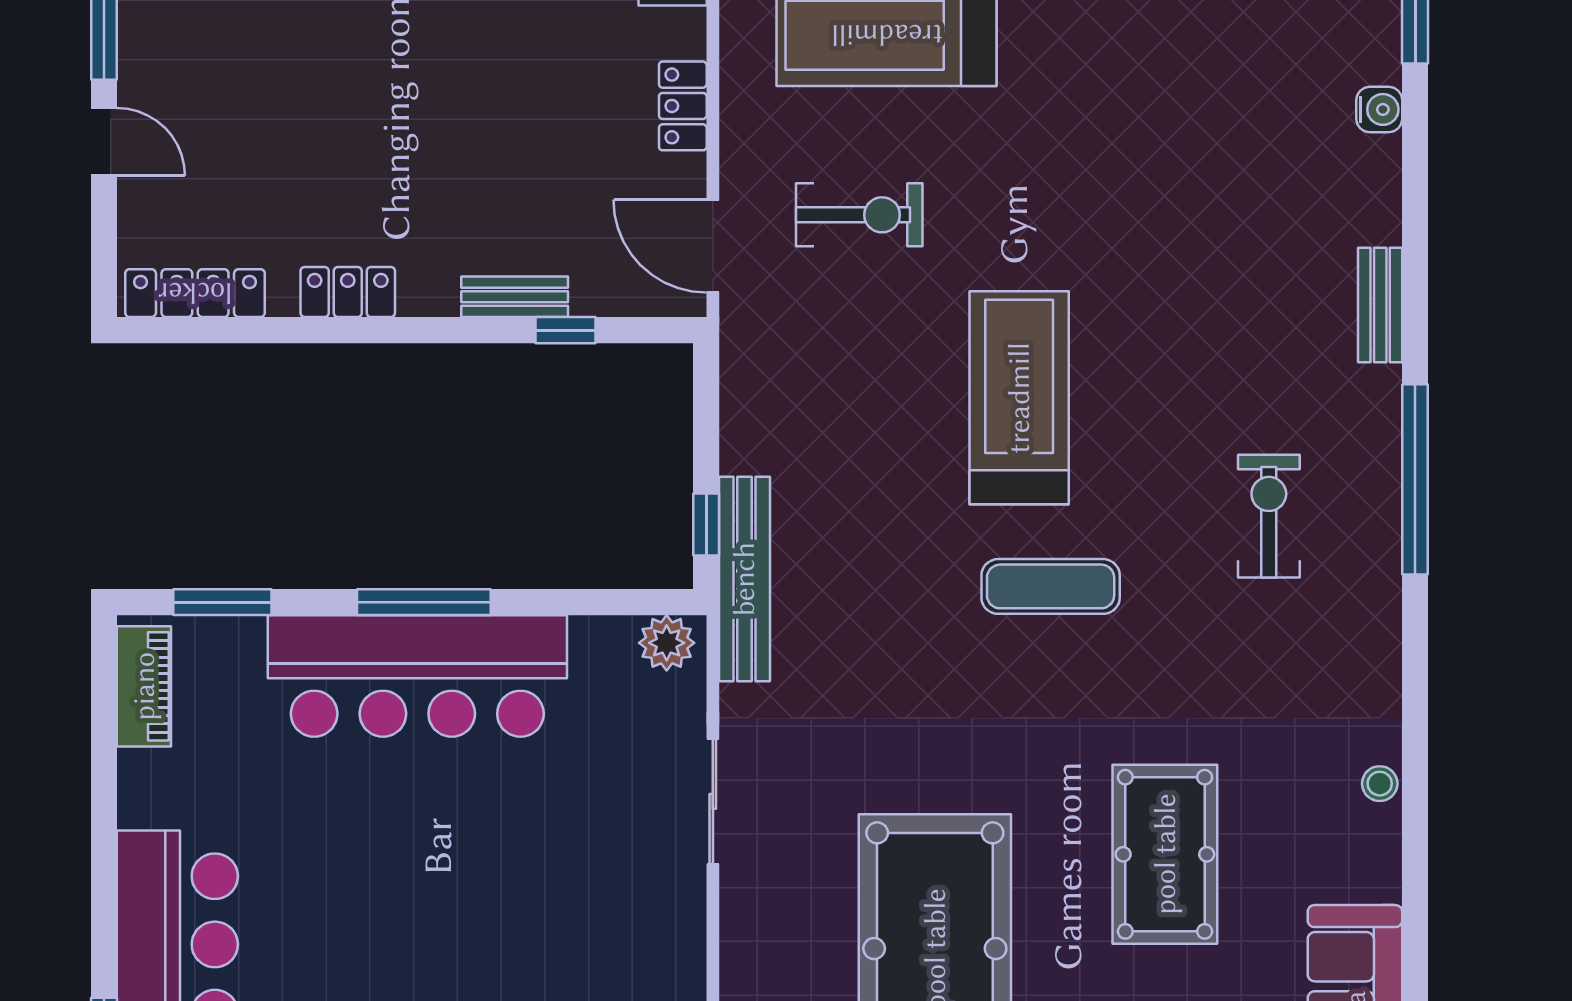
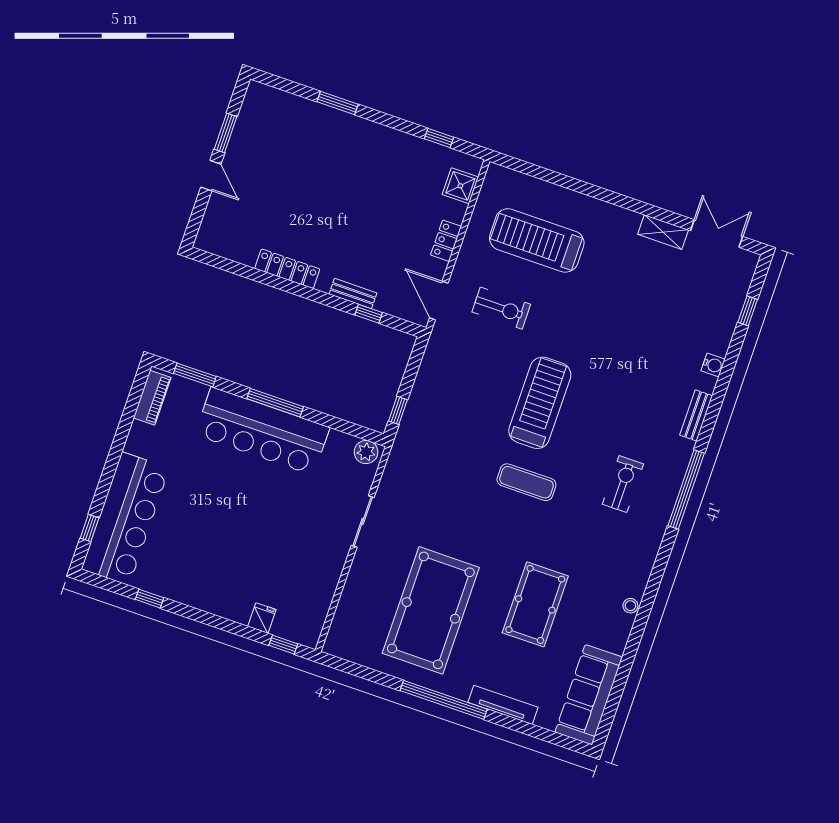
water cooler: (1379, 109) -> (713, 365), moved
locker: (348, 292) -> (287, 269), width x1.53
locker: (195, 293) -> (226, 248), removed
bench: (744, 579) -> (406, 437), removed

